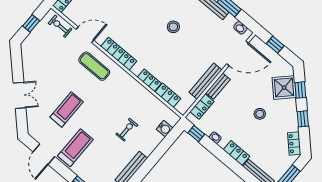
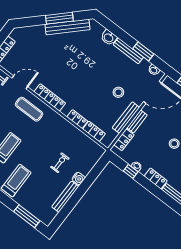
stool: (173, 27) -> (118, 92), moved
water cooler: (165, 129) -> (78, 178), moved
window: (196, 134) -> (131, 171), moved

